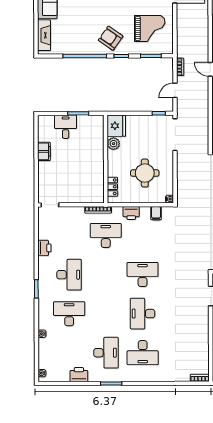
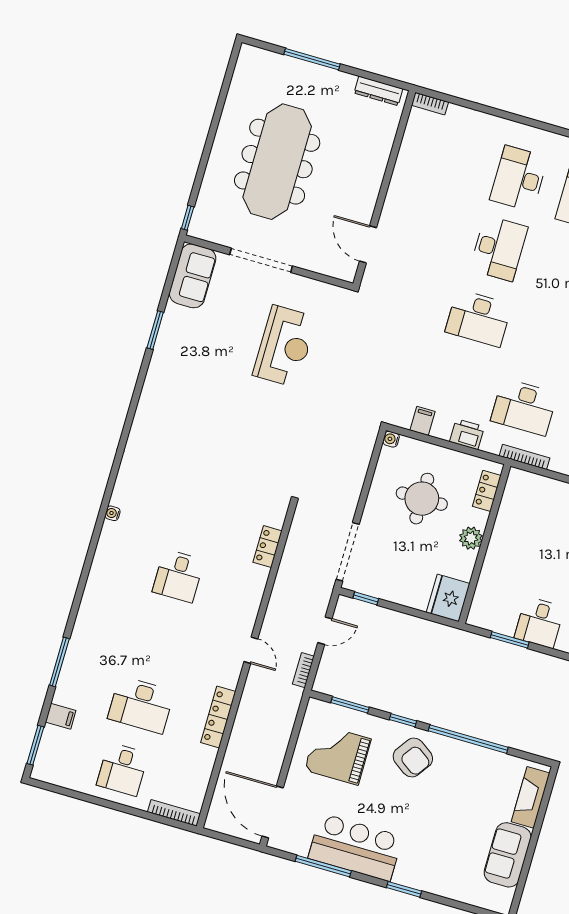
plant: (113, 144) -> (471, 538), moved
desk: (143, 353) -> (519, 178), turned -90

